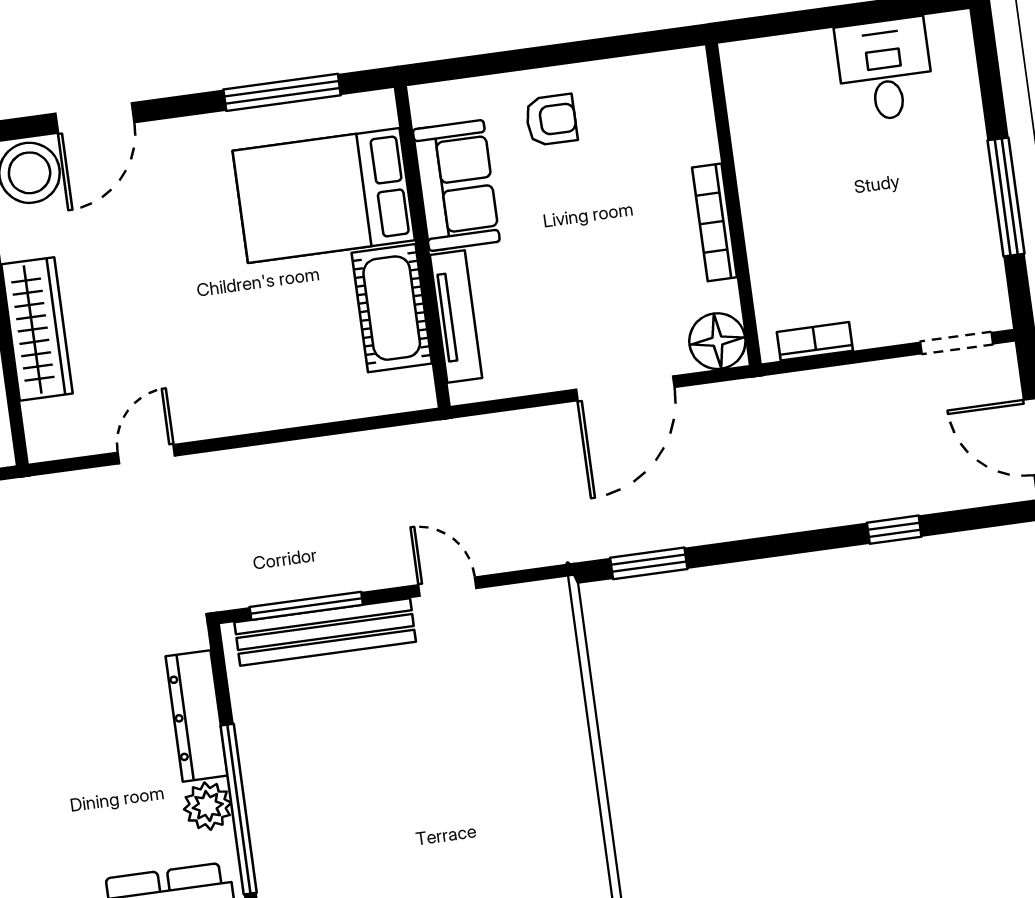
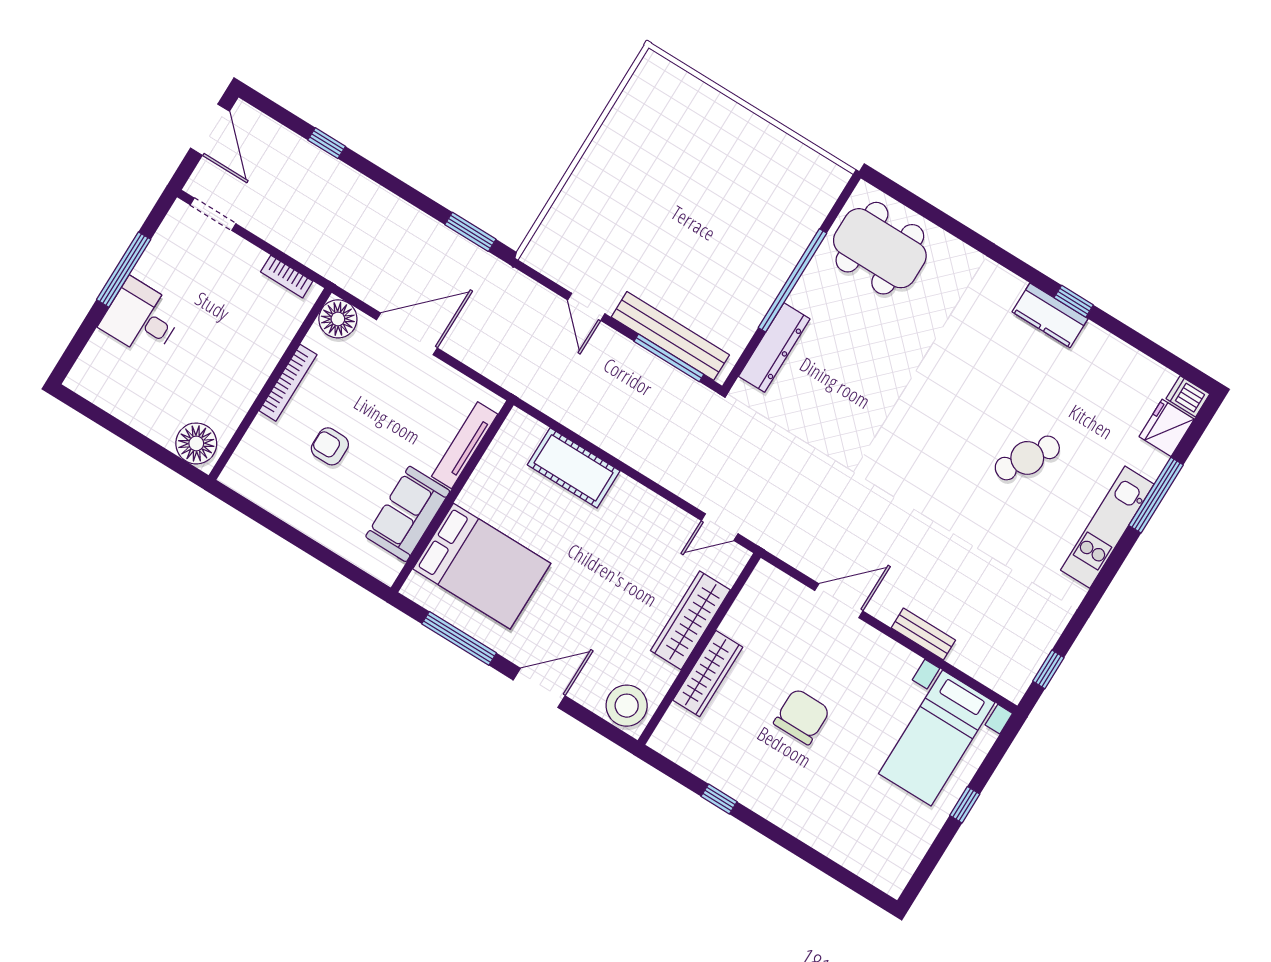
floor lamp: (762, 68) -> (196, 443), added
desk: (885, 70) -> (141, 318), moved, turned 90
door: (95, 118) -> (539, 688), moved
armchair: (551, 120) -> (330, 446), moved
cot: (392, 308) -> (574, 468), moved, turned 90
door: (146, 454) -> (720, 527), moved
plant: (208, 806) -> (807, 295), removed

